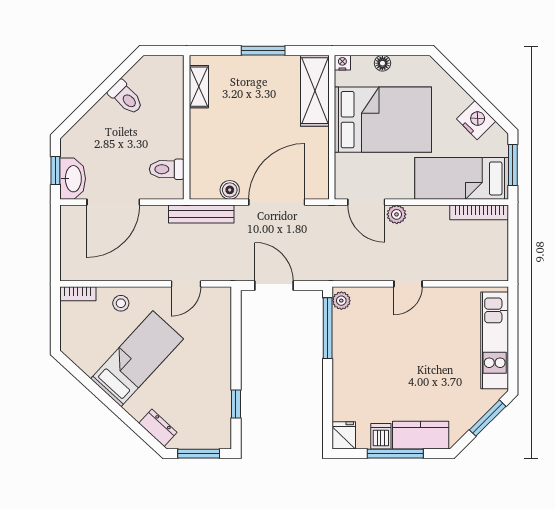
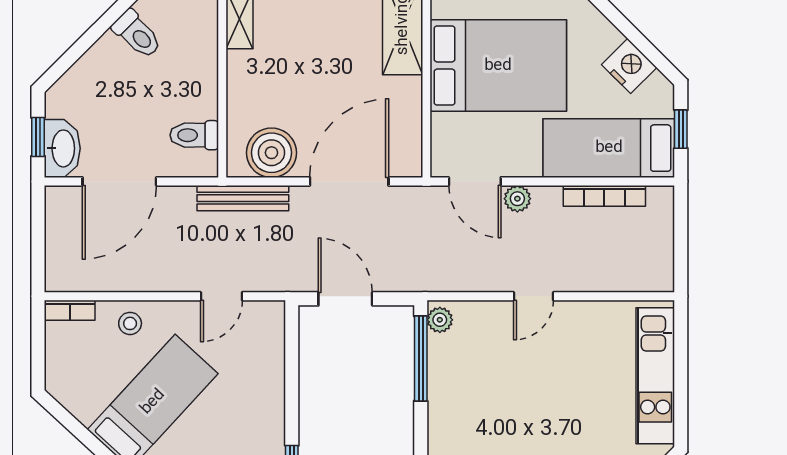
window: (513, 165) -> (681, 129), width x0.67
boiler: (230, 190) -> (271, 153), width x1.86, depth x1.86
bookcase: (479, 212) -> (604, 196), moved

